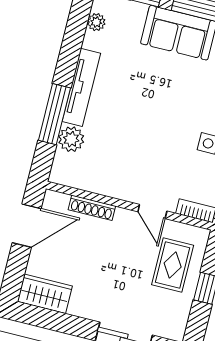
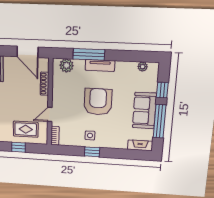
tv unit: (81, 87) -> (100, 65), width x0.71
armchair: (145, 115) -> (98, 102), added
plant: (71, 139) -> (67, 65), moved

